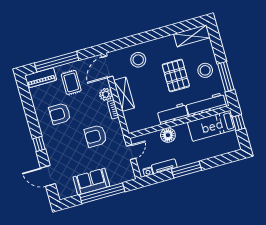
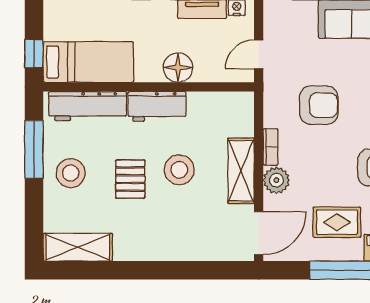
stool: (138, 60) -> (179, 170), moved
pallet: (176, 75) -> (130, 179), width x0.67, depth x0.71
rug: (71, 82) -> (337, 222), turned 90

